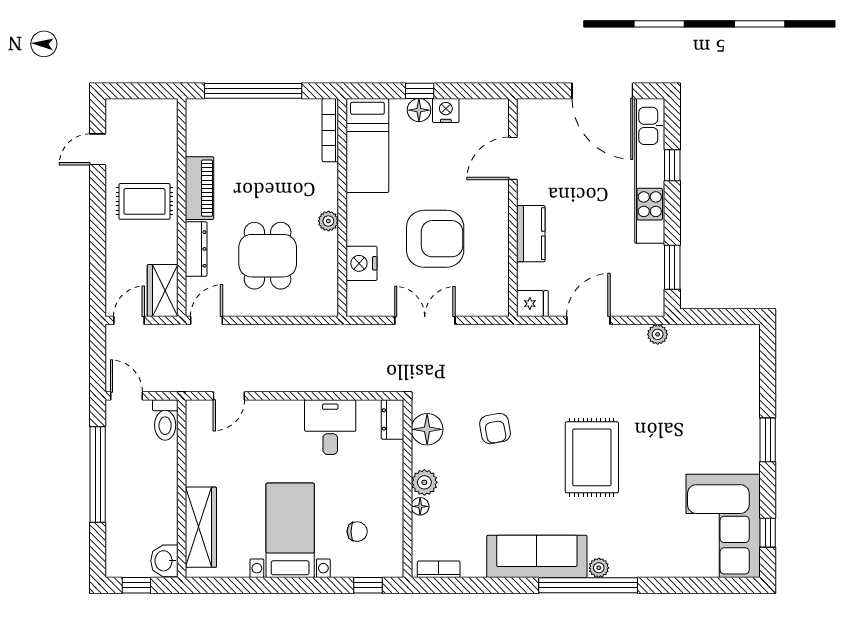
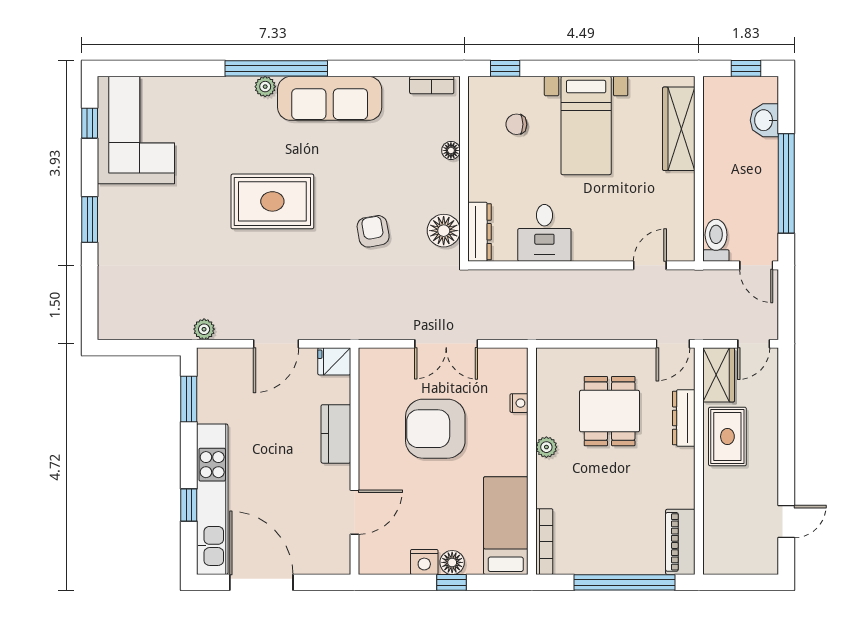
piano: (199, 188) -> (680, 542), moved
rug: (144, 201) -> (727, 437), moved, turned 90
nightstand: (361, 263) -> (519, 403), width x0.53, depth x0.56
dresser: (393, 419) -> (480, 232), width x1.44
rug: (592, 457) -> (272, 201), turned 90
plant: (424, 482) -> (447, 175), removed
washbasin: (164, 561) -> (764, 120), moved, turned 180

